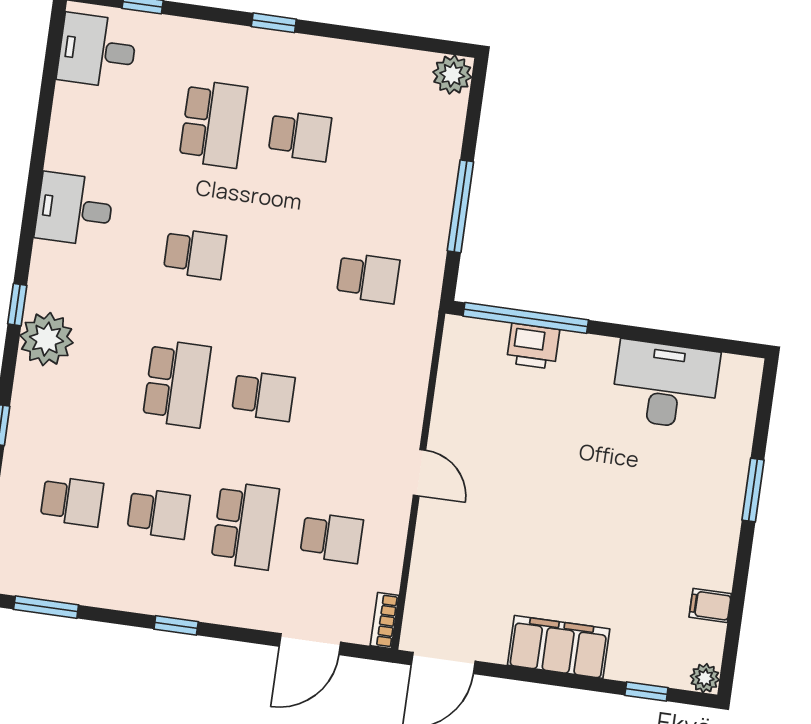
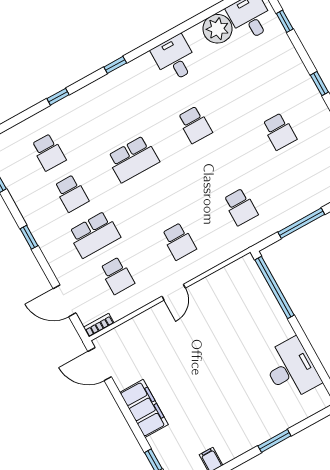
school desk: (213, 124) -> (256, 90), removed
plant: (47, 339) -> (218, 29), moved
printer: (533, 346) -> (265, 300), removed
school desk: (263, 396) -> (179, 241), moved

